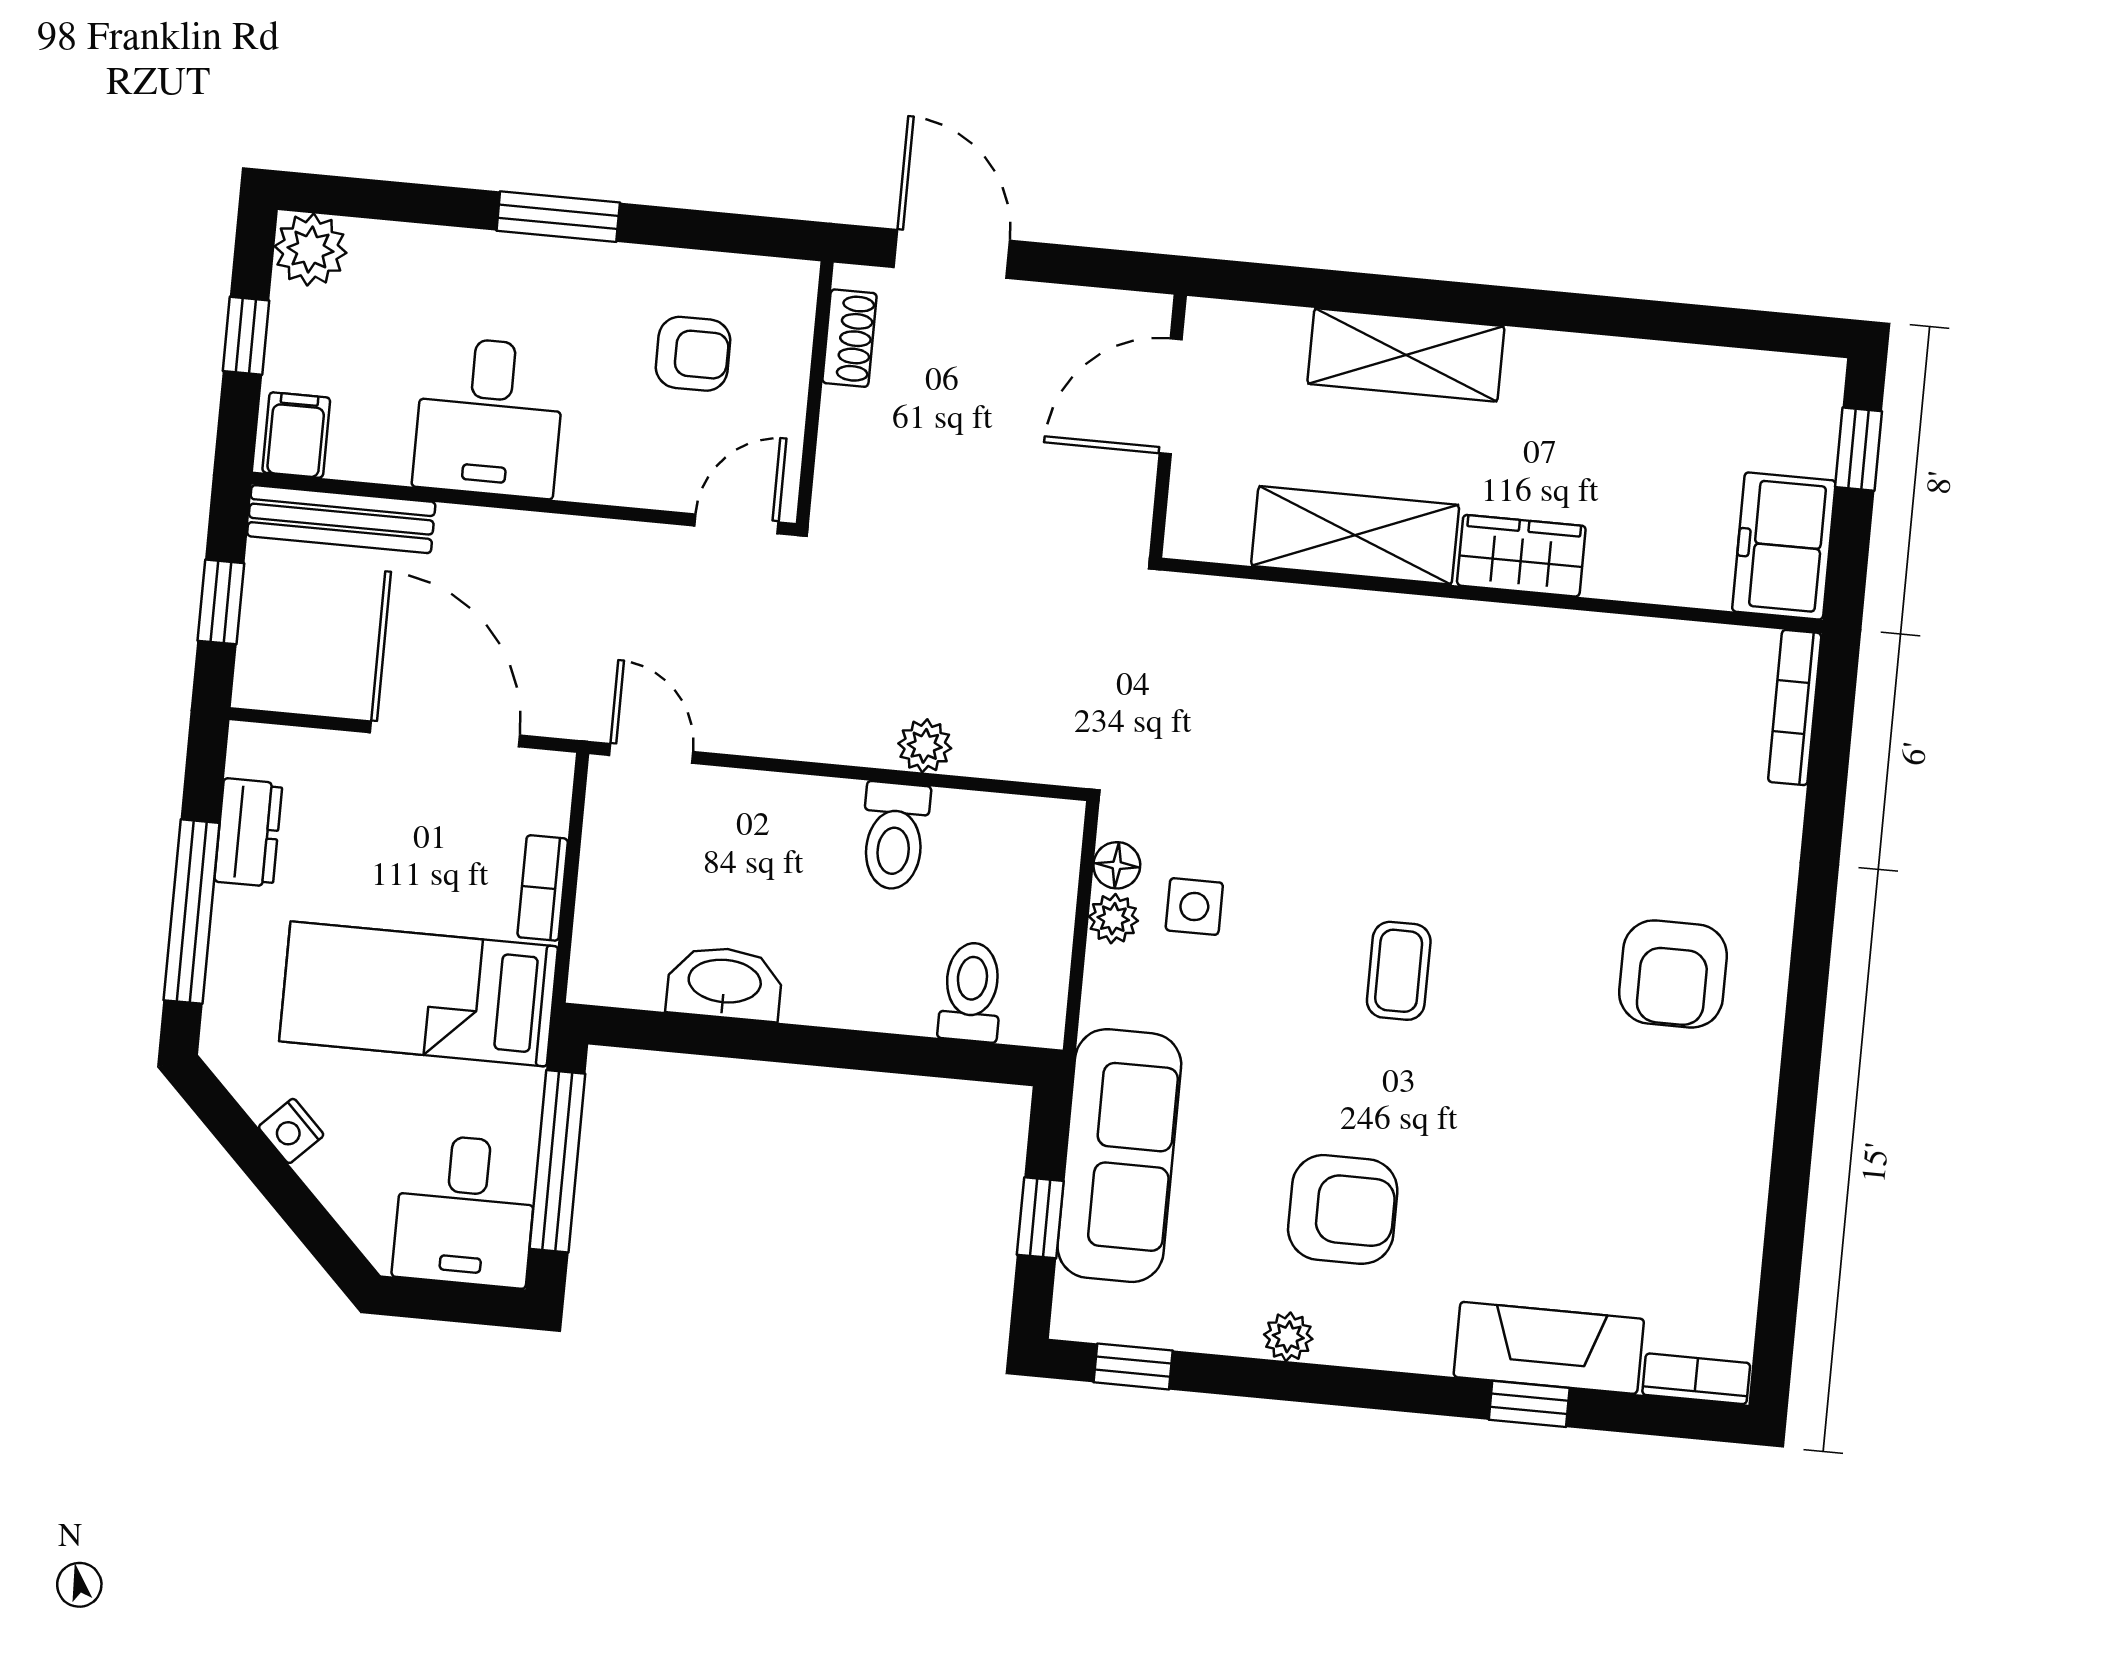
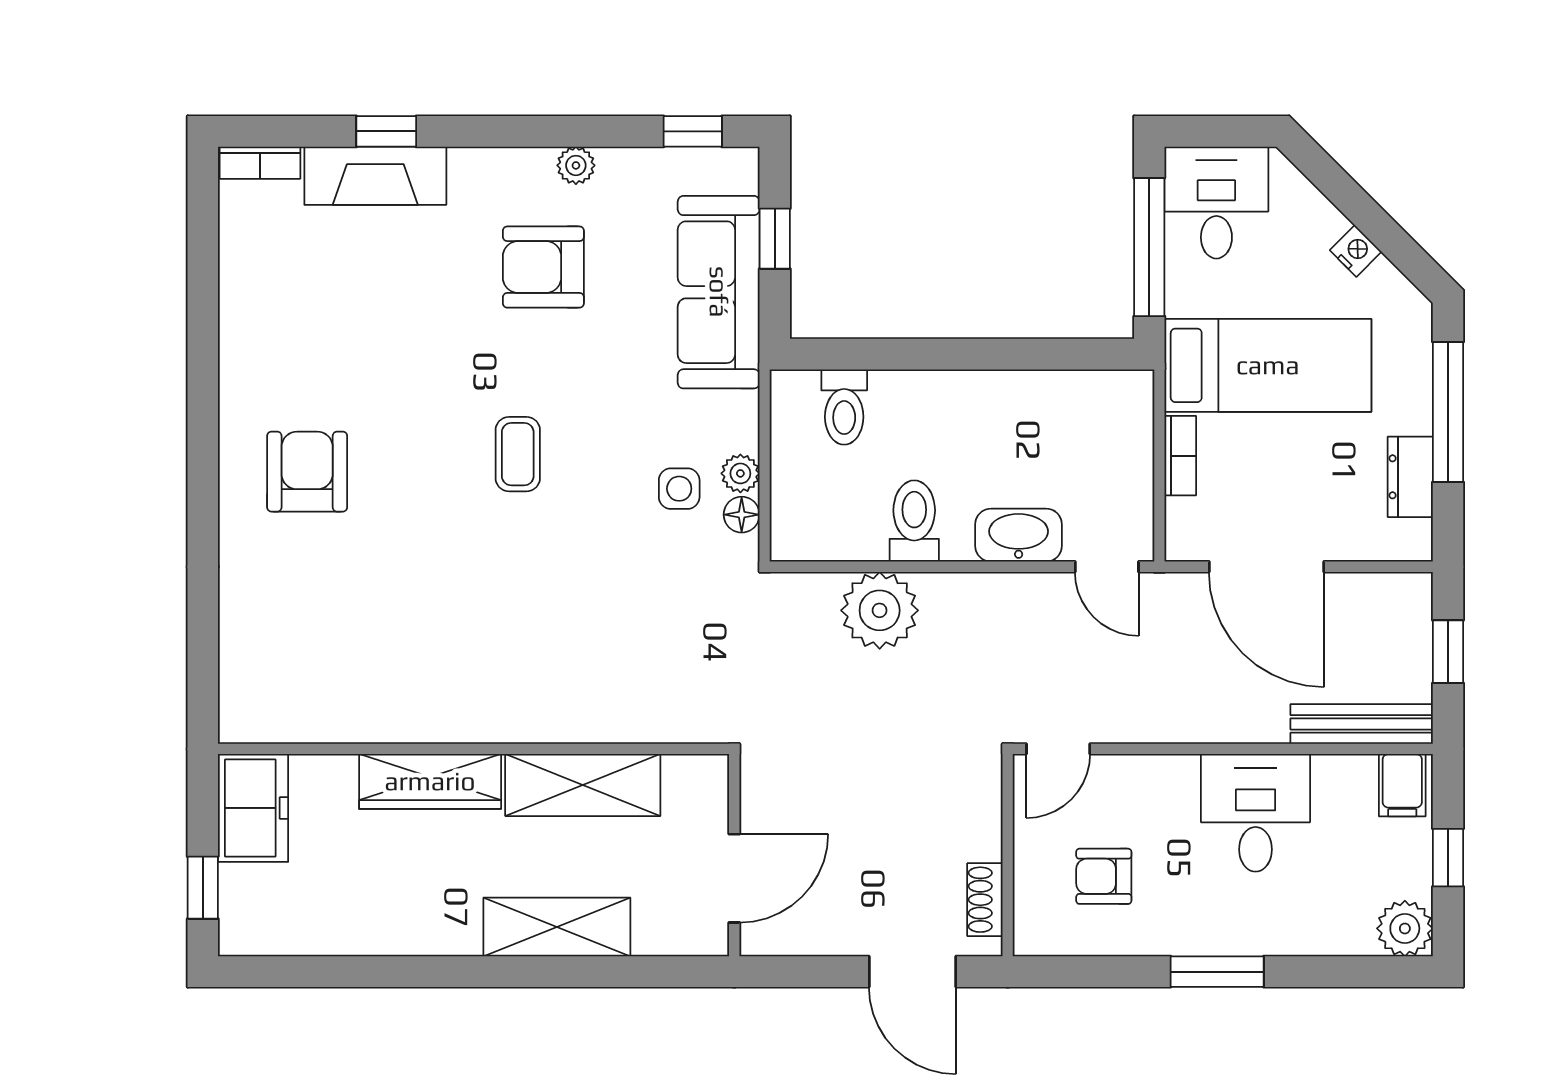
wardrobe: (1521, 556) -> (430, 781), width x1.50
bookcase: (1795, 707) -> (233, 685), removed
plant: (925, 746) -> (880, 610), width x1.88, depth x1.88
washbasin: (724, 983) -> (1019, 535), moved, turned 180

